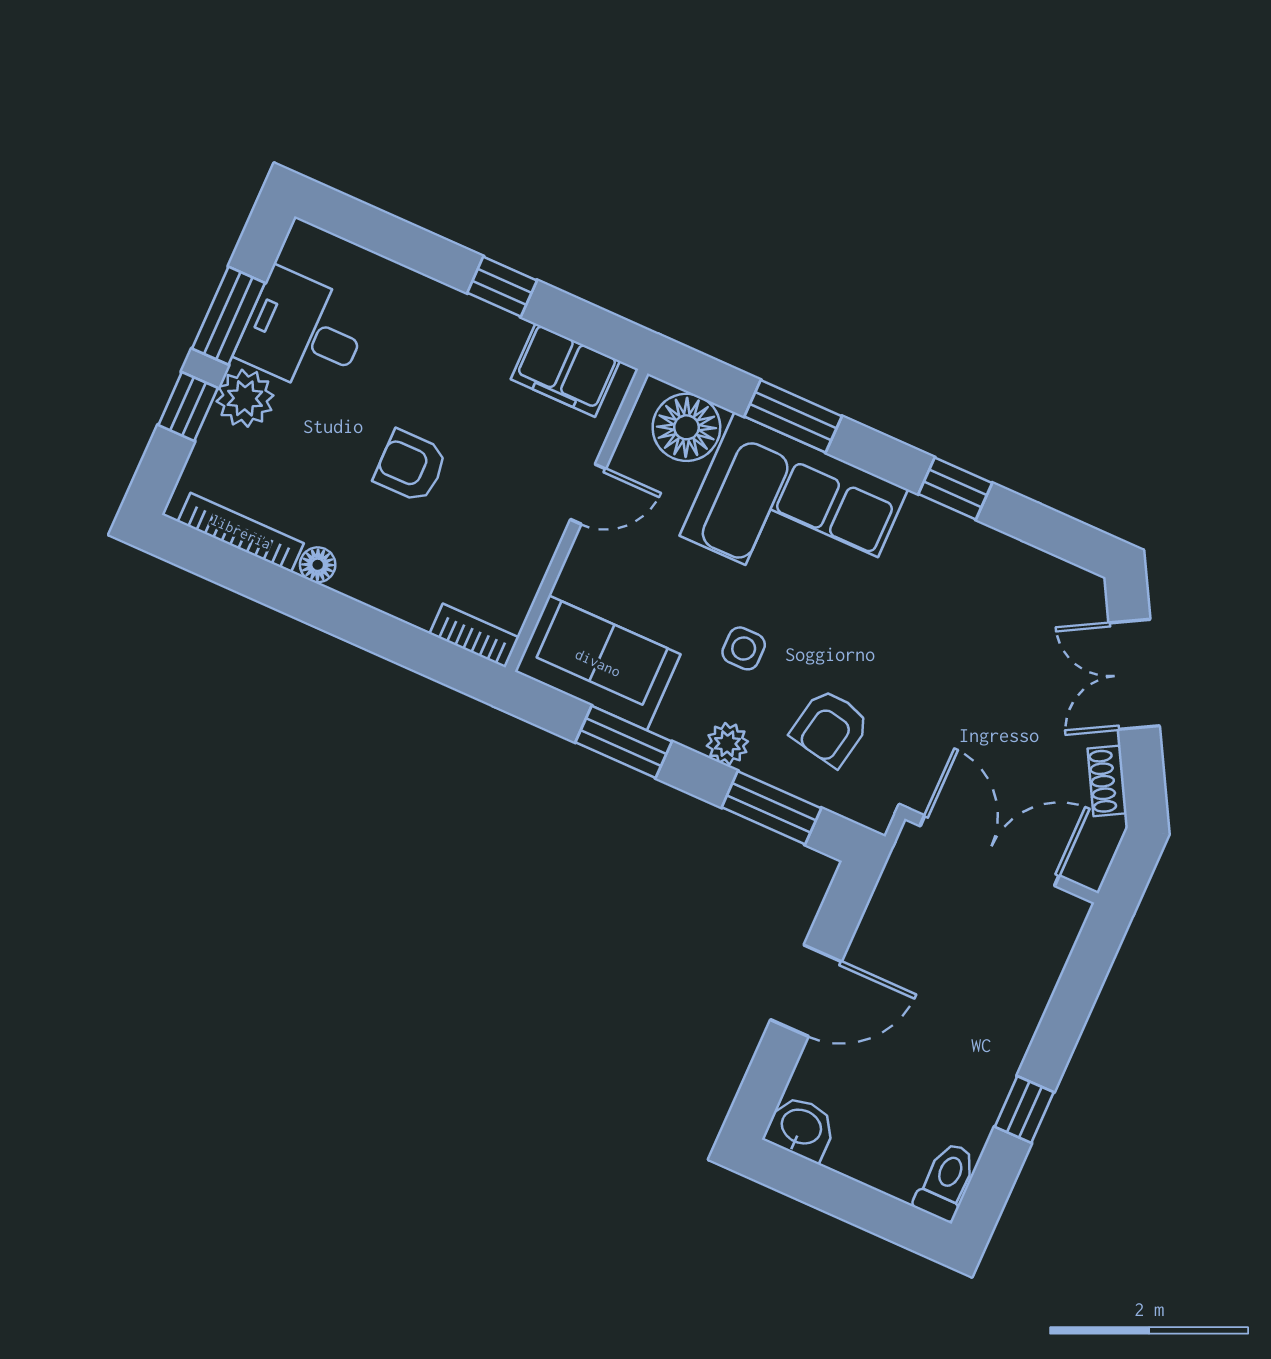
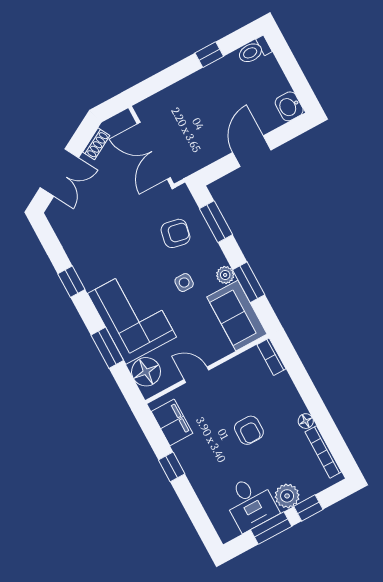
plant: (727, 744) -> (225, 275), moved
door: (806, 991) -> (252, 151), hinge flipped

